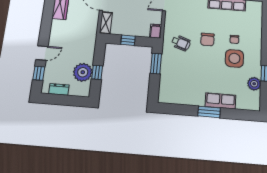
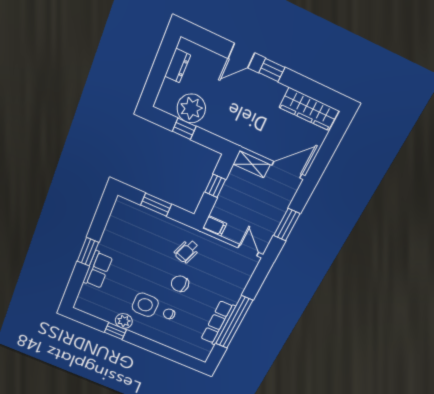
door: (42, 53) -> (241, 56), hinge flipped
window: (156, 64) -> (156, 205), moved
window: (39, 73) -> (272, 70), moved
plant: (254, 84) -> (124, 321), moved

